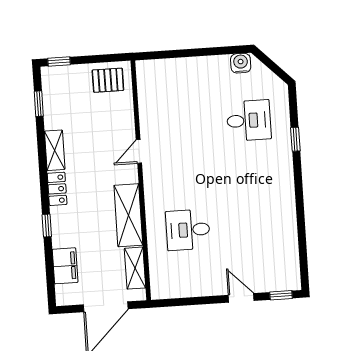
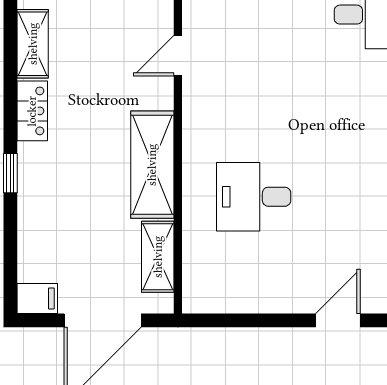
filing cabinet: (65, 266) -> (37, 298), moved, width x0.50
door: (241, 298) -> (338, 320), hinge flipped

